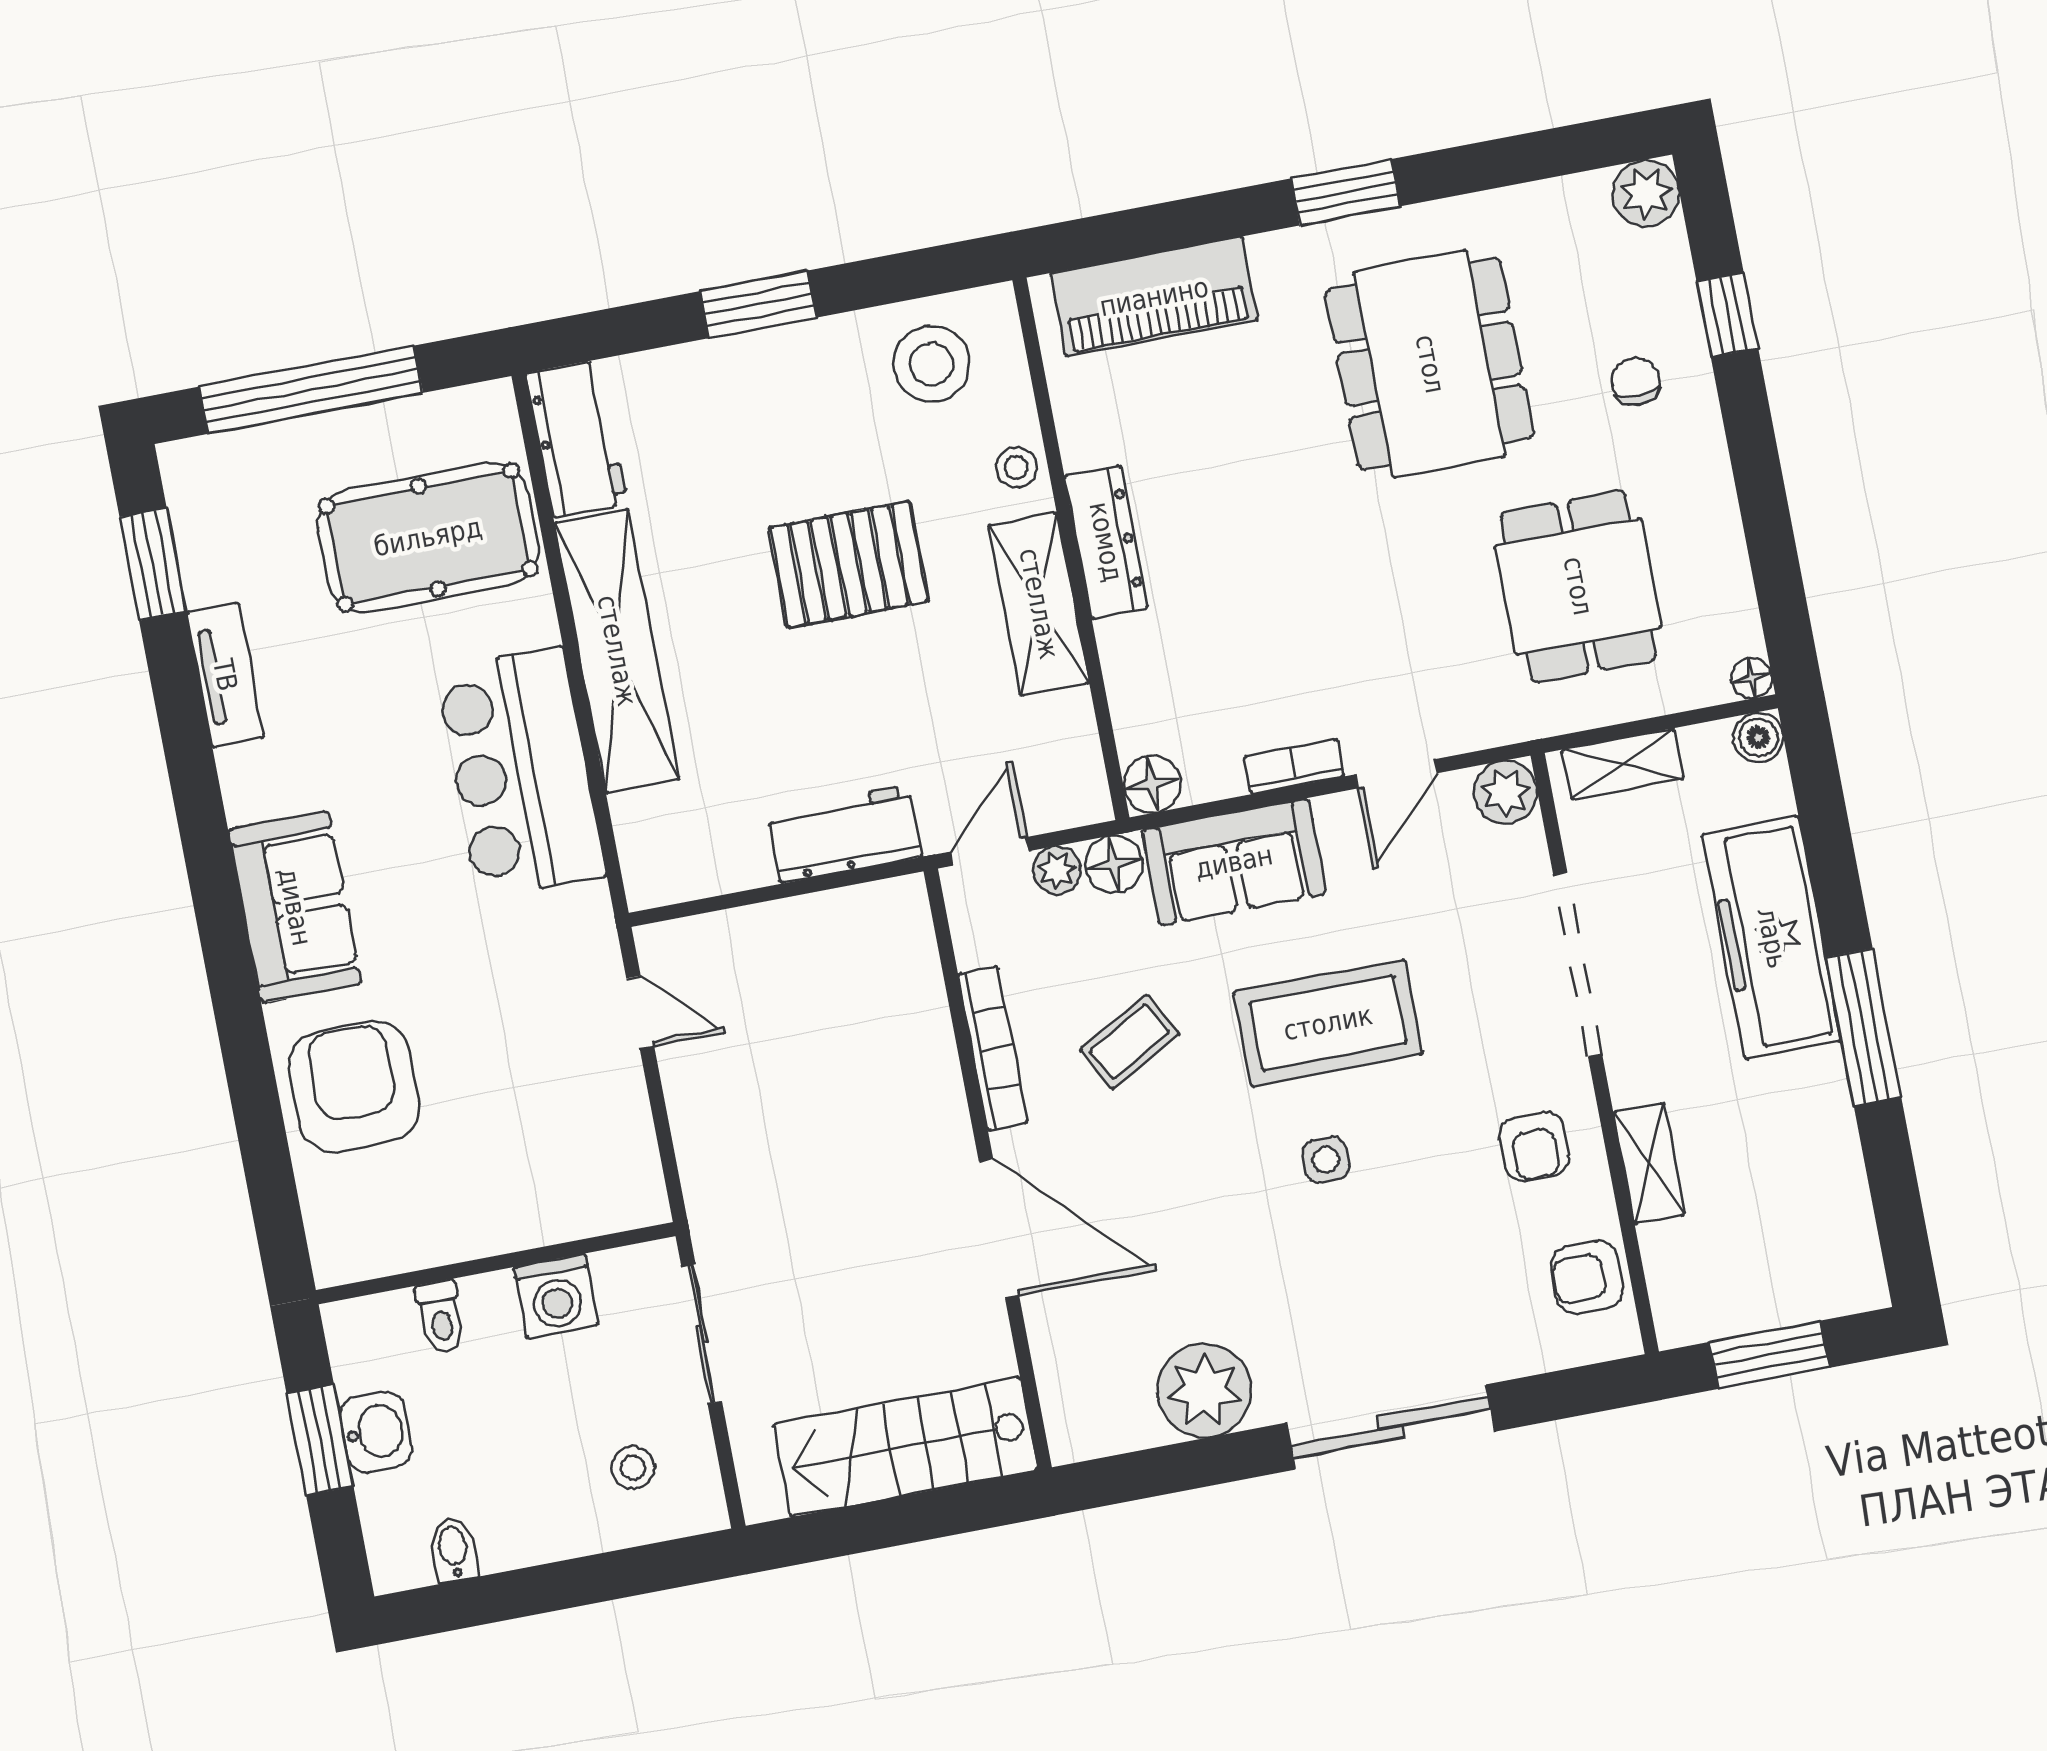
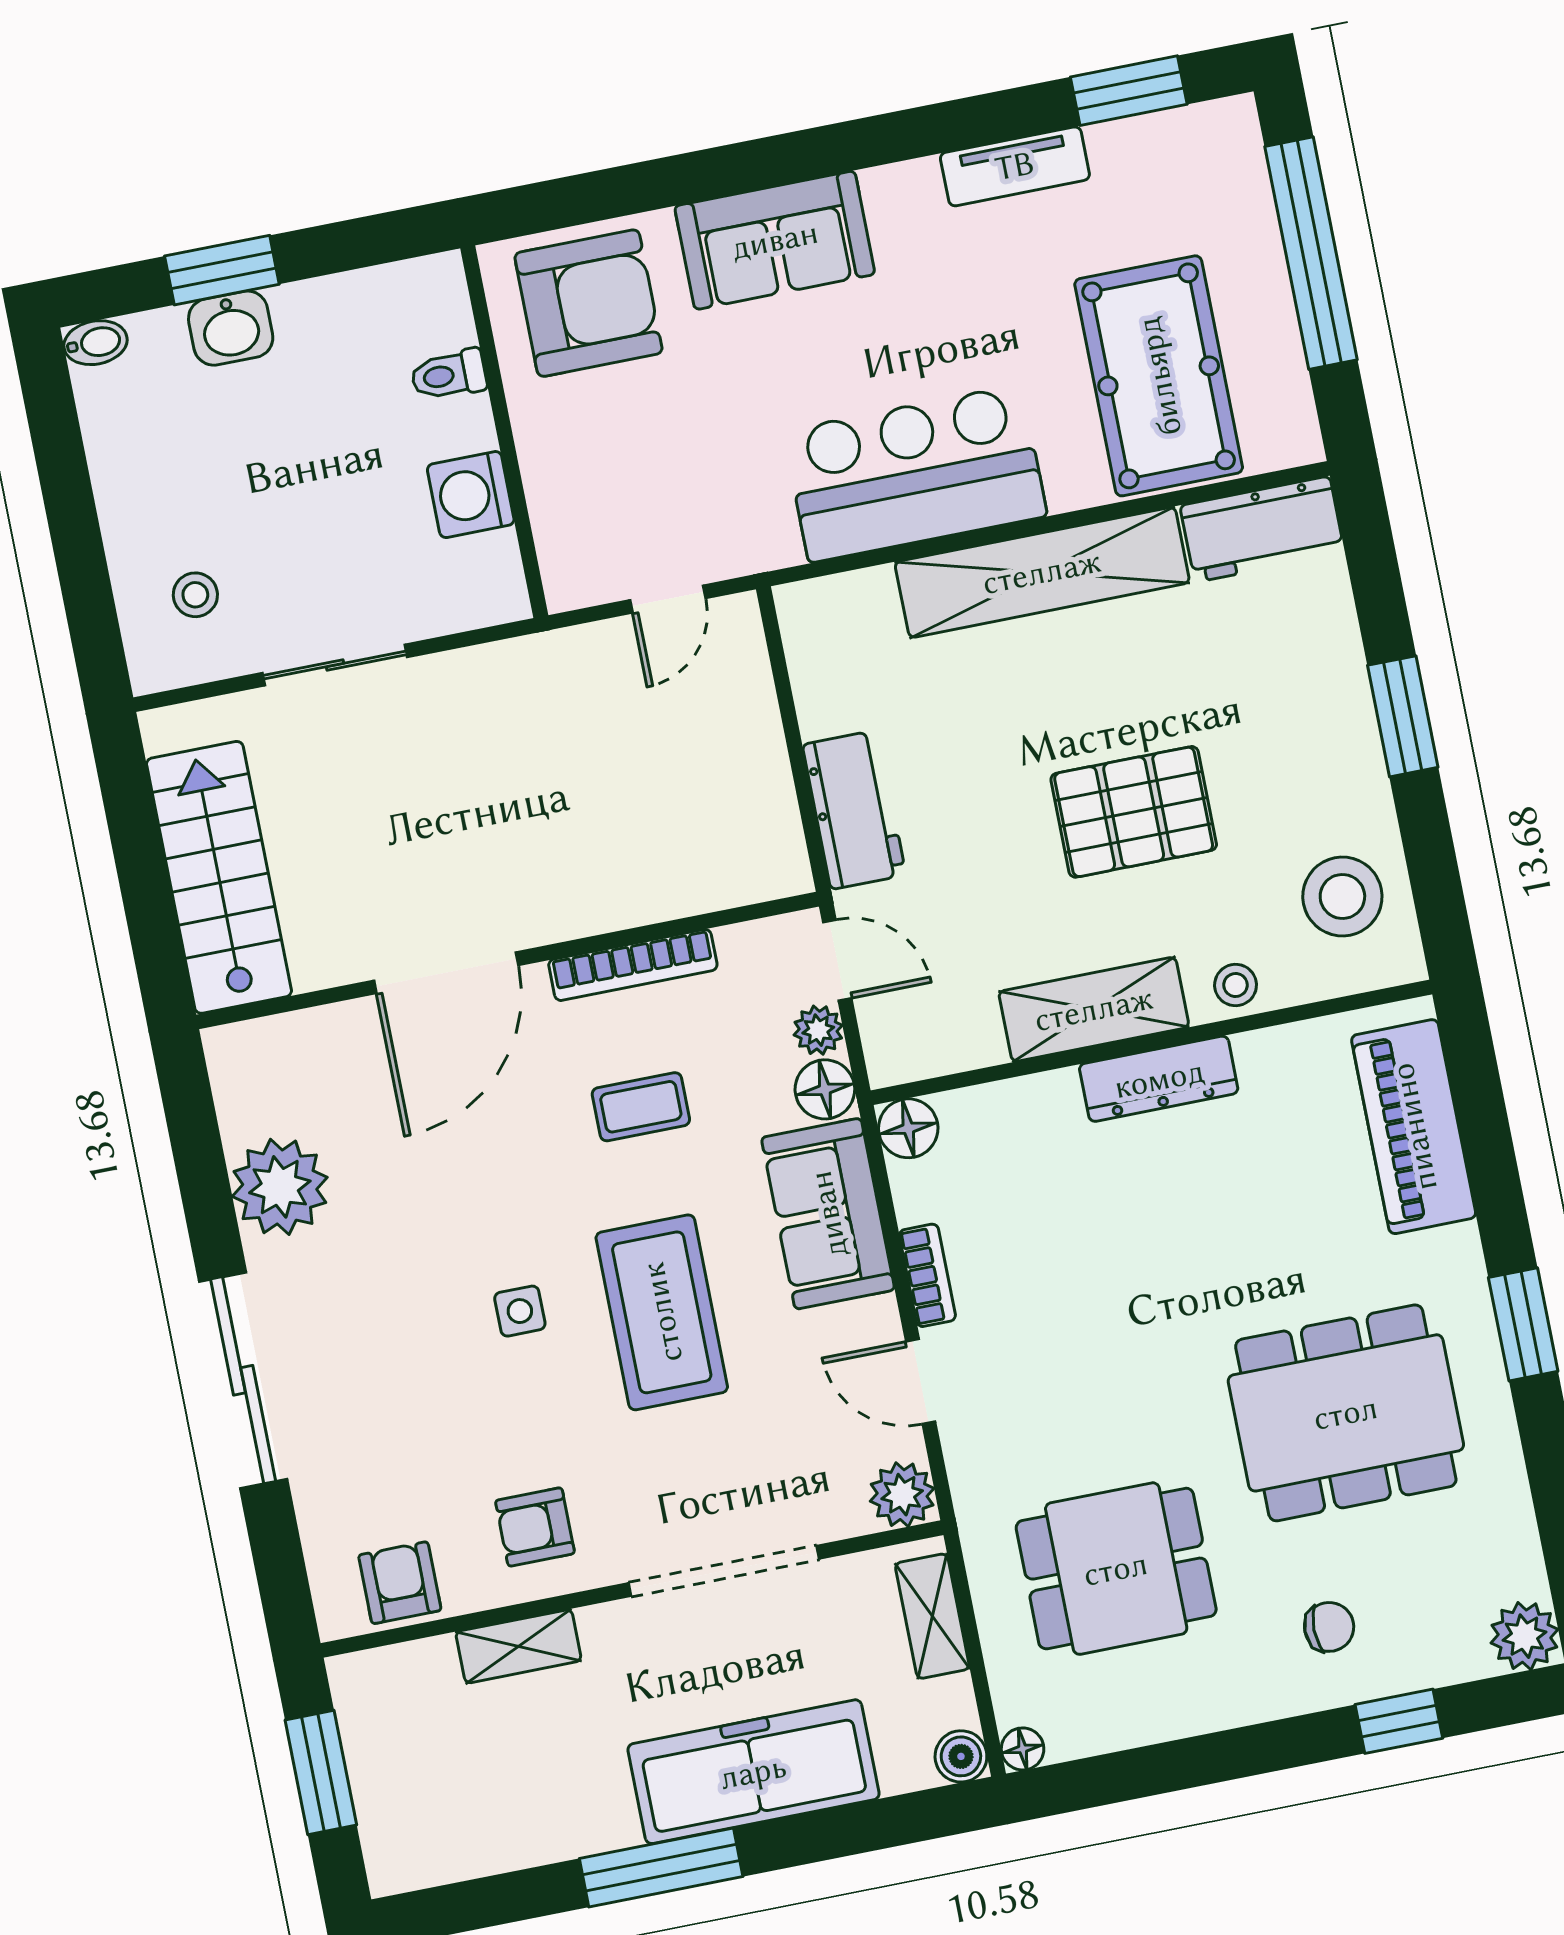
pallet: (849, 564) -> (1134, 812), turned 90
coffee table: (1130, 1042) -> (641, 1107), turned -61
wall: (496, 1263) -> (504, 432), moved
washing machine: (556, 1296) -> (471, 495), moved
toilet: (440, 1316) -> (449, 375), moved
bidet: (453, 1550) -> (96, 343), moved

